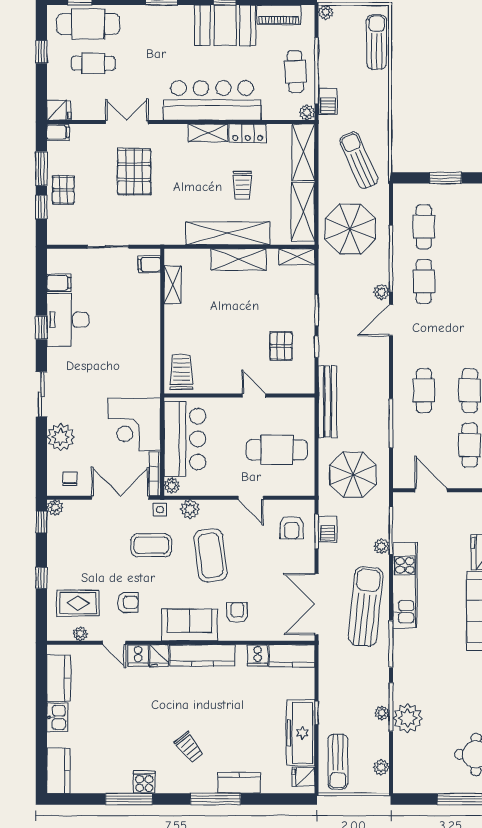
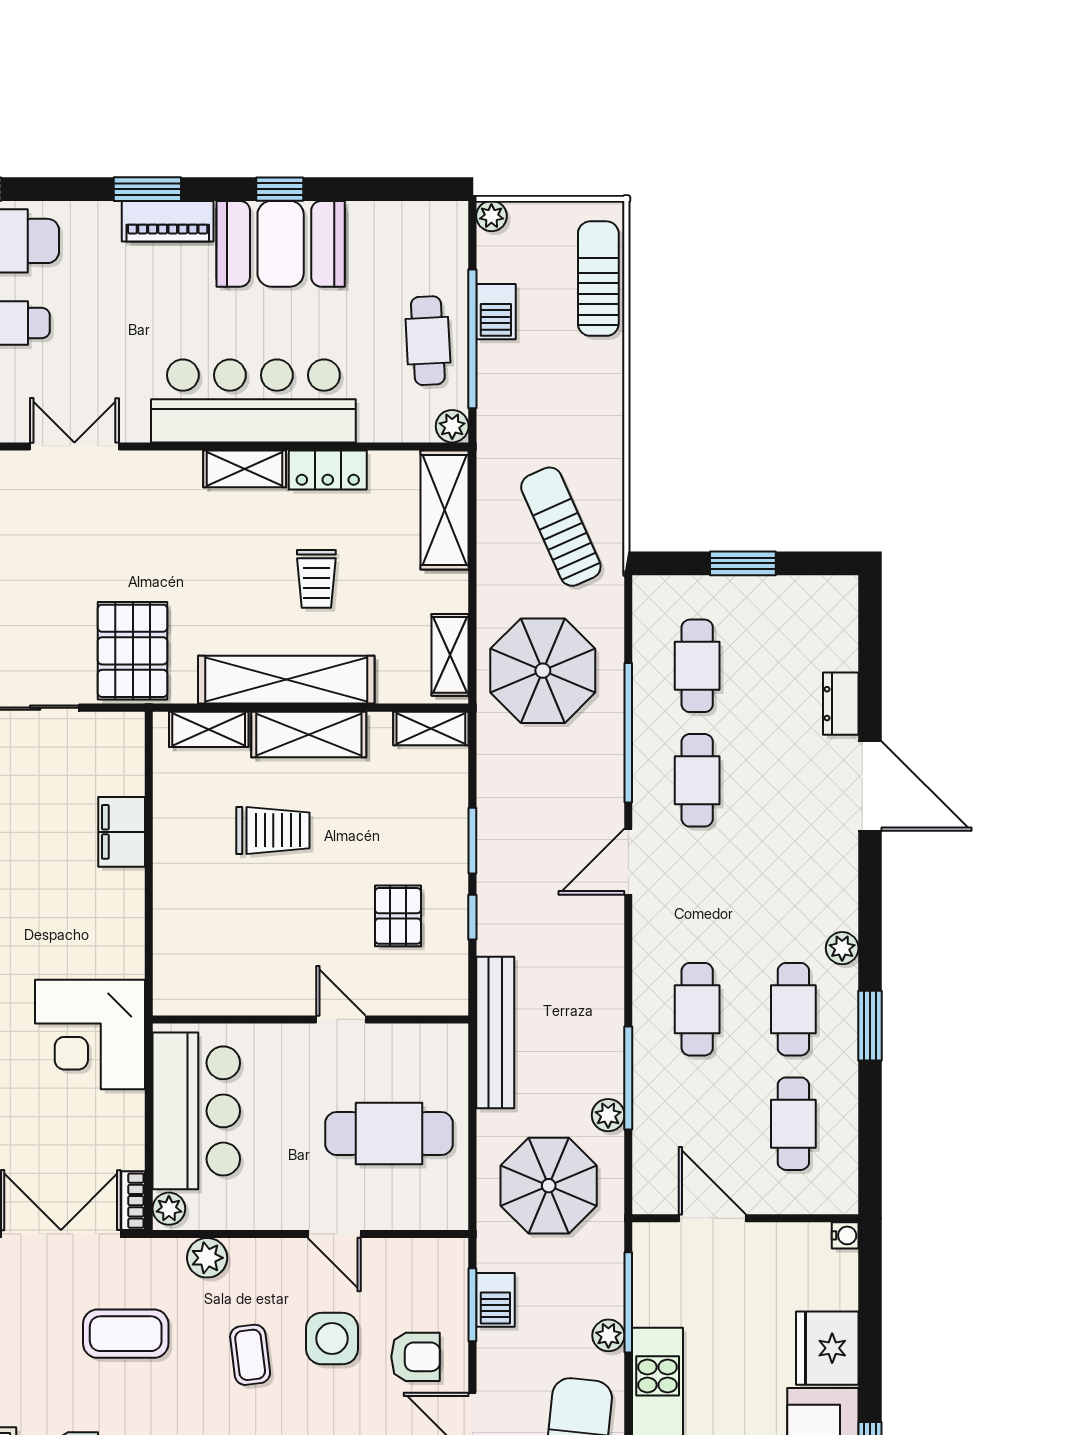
piano: (279, 15) -> (168, 221), moved
barbecue: (328, 102) -> (496, 312), moved
pallet: (134, 172) -> (133, 651), moved
shelving: (303, 212) -> (450, 655), width x0.67, depth x0.75
filing cabinet: (149, 264) -> (122, 832), moved, width x2.00
shelving: (173, 285) -> (209, 729), moved, turned 90
plant: (381, 292) -> (608, 1115), moved
trolley: (182, 372) -> (273, 830), moved, turned 90
corner desk: (134, 424) -> (90, 1035), moved
bookcase: (155, 474) -> (133, 1201), width x0.64
side table: (160, 510) -> (332, 1339), moved, width x1.87, depth x1.87
armchair: (292, 527) -> (416, 1357), moved, turned -90
coffee table: (211, 555) -> (250, 1355), width x0.54, depth x0.58

